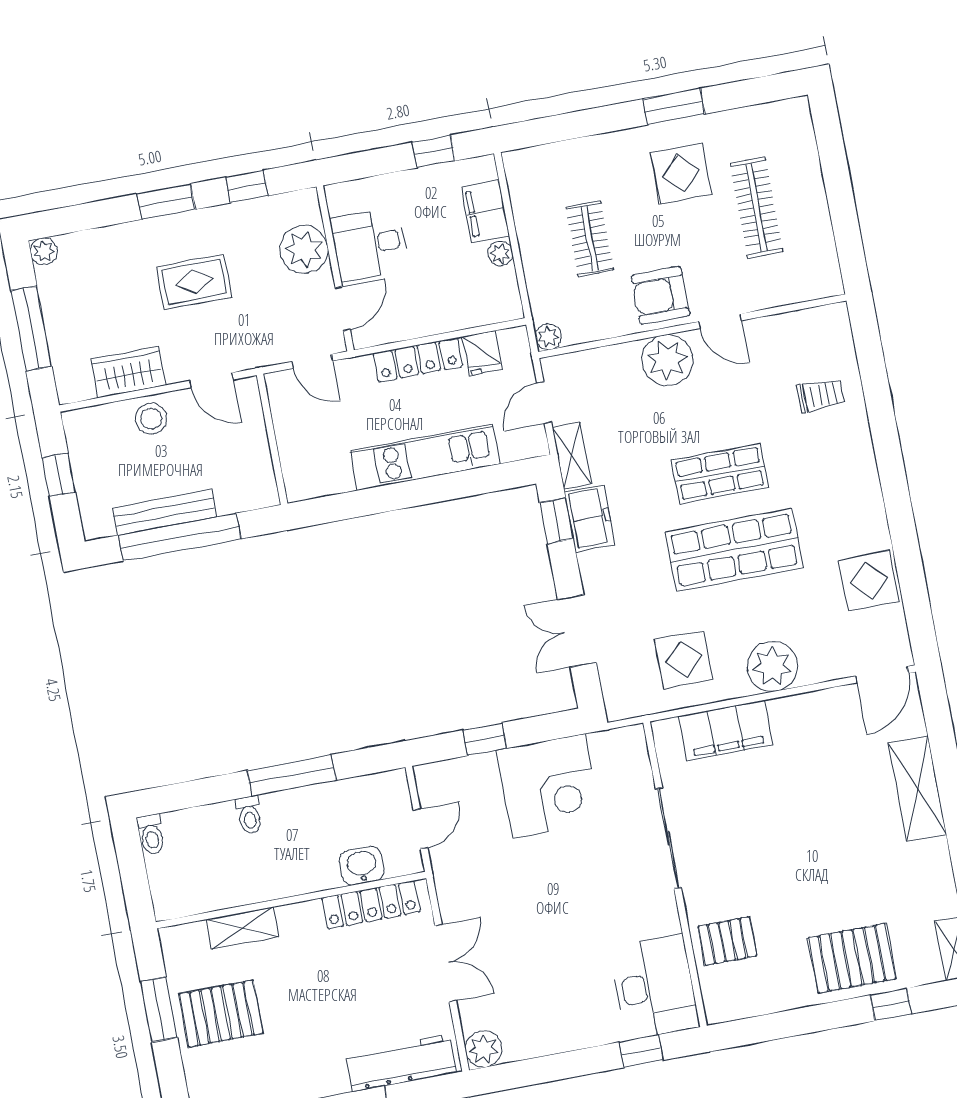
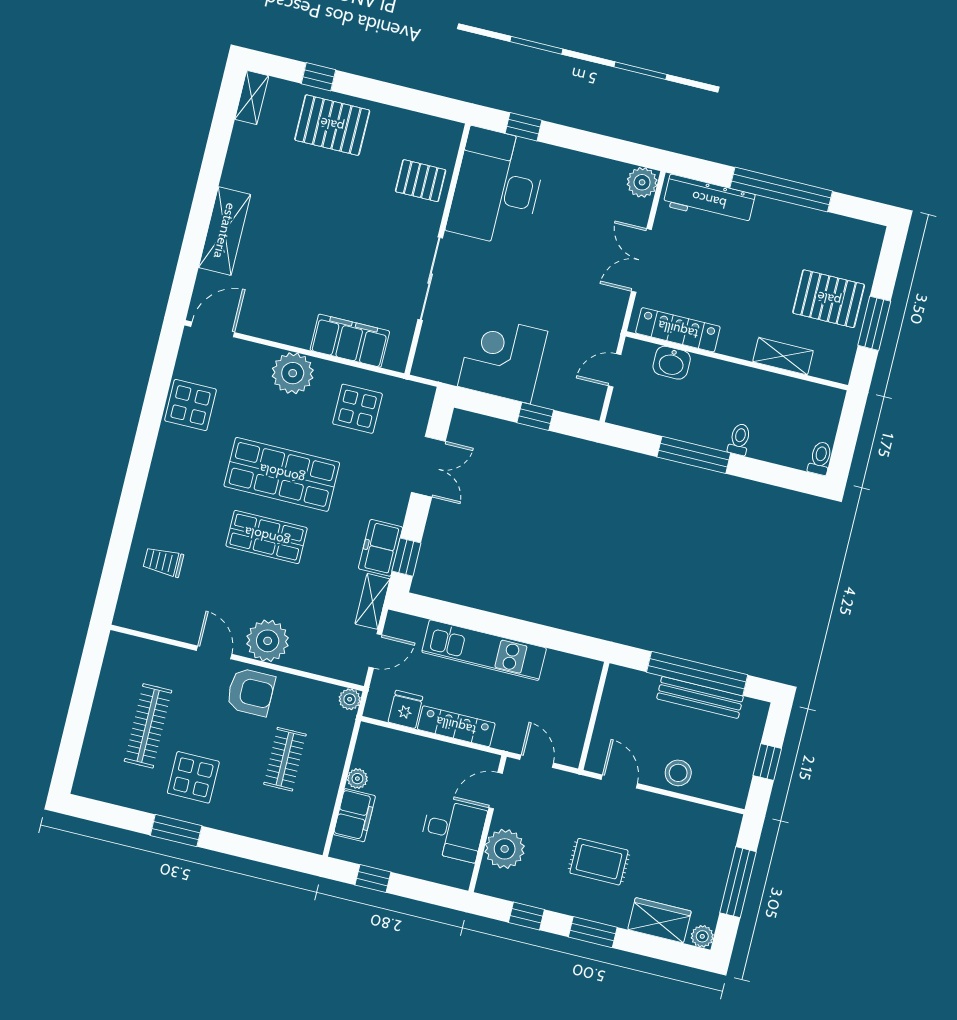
wardrobe: (128, 372) -> (659, 920), moved, turned 180
desk: (654, 987) -> (497, 187), width x1.36, depth x1.30

